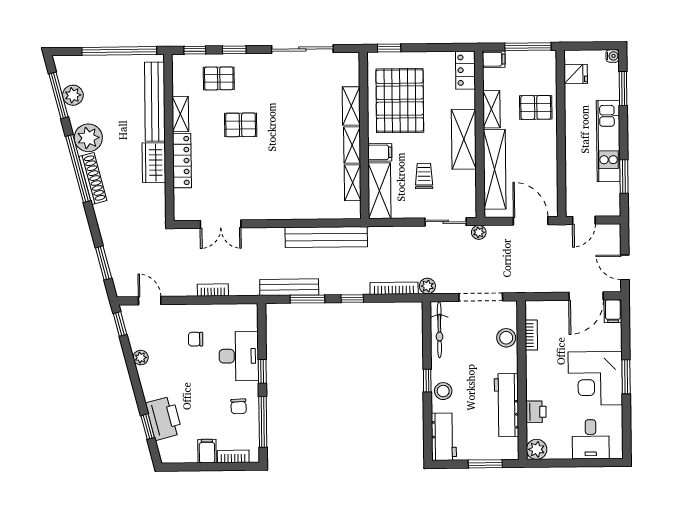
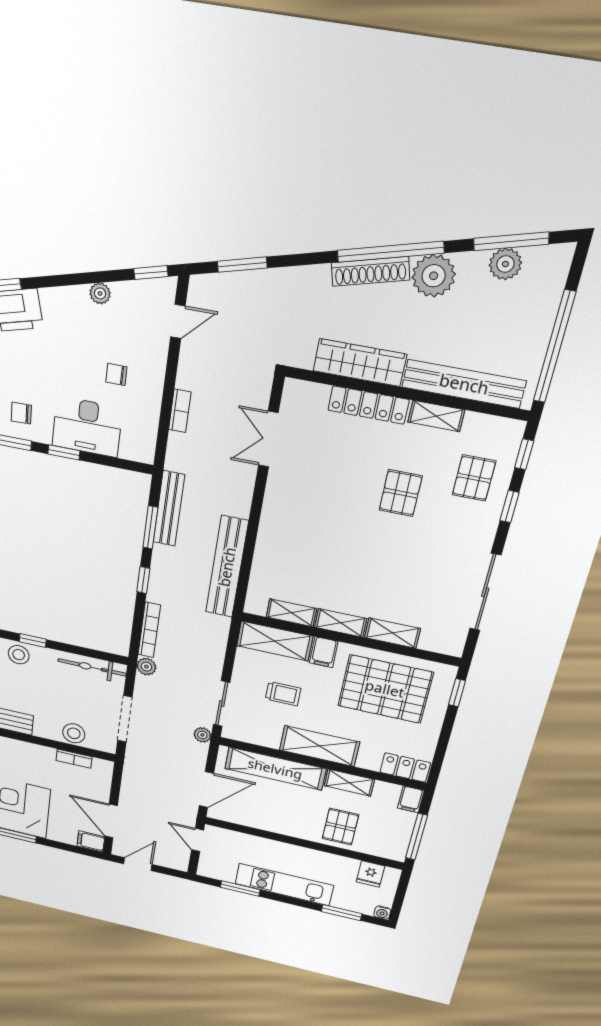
wardrobe: (154, 163) -> (360, 363), width x1.50
chair: (196, 339) -> (116, 374), turned -90

